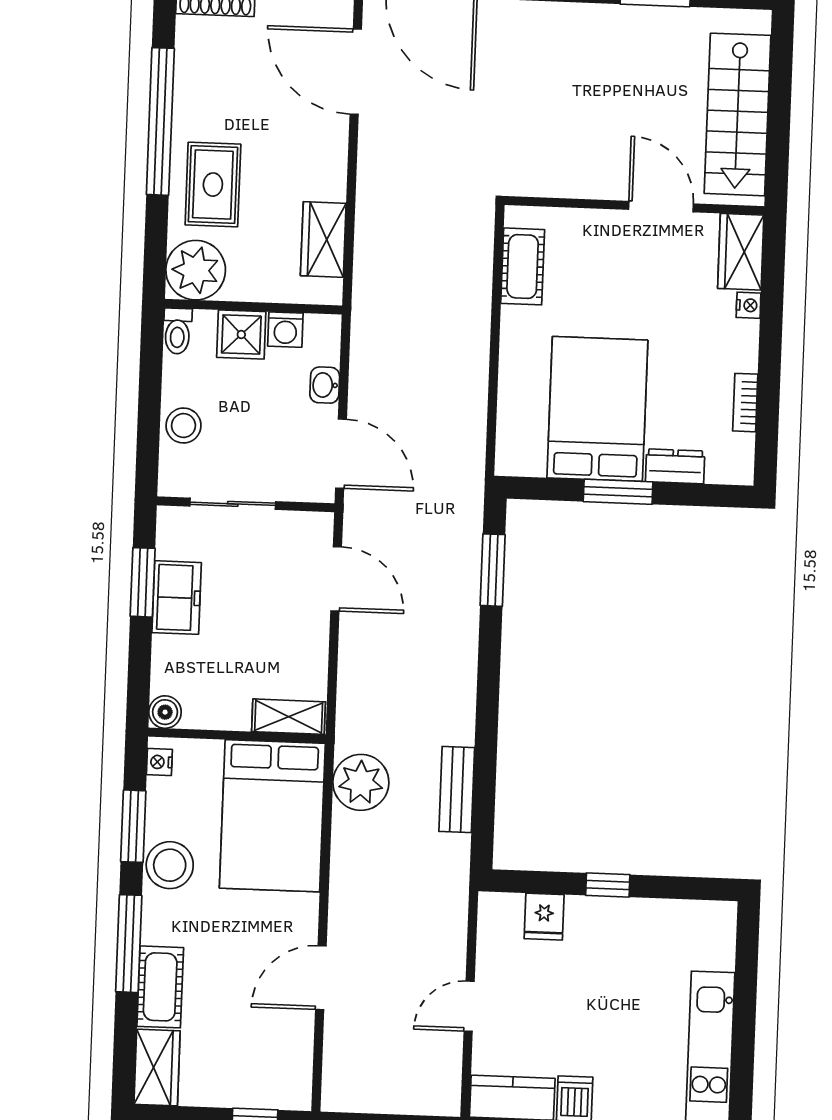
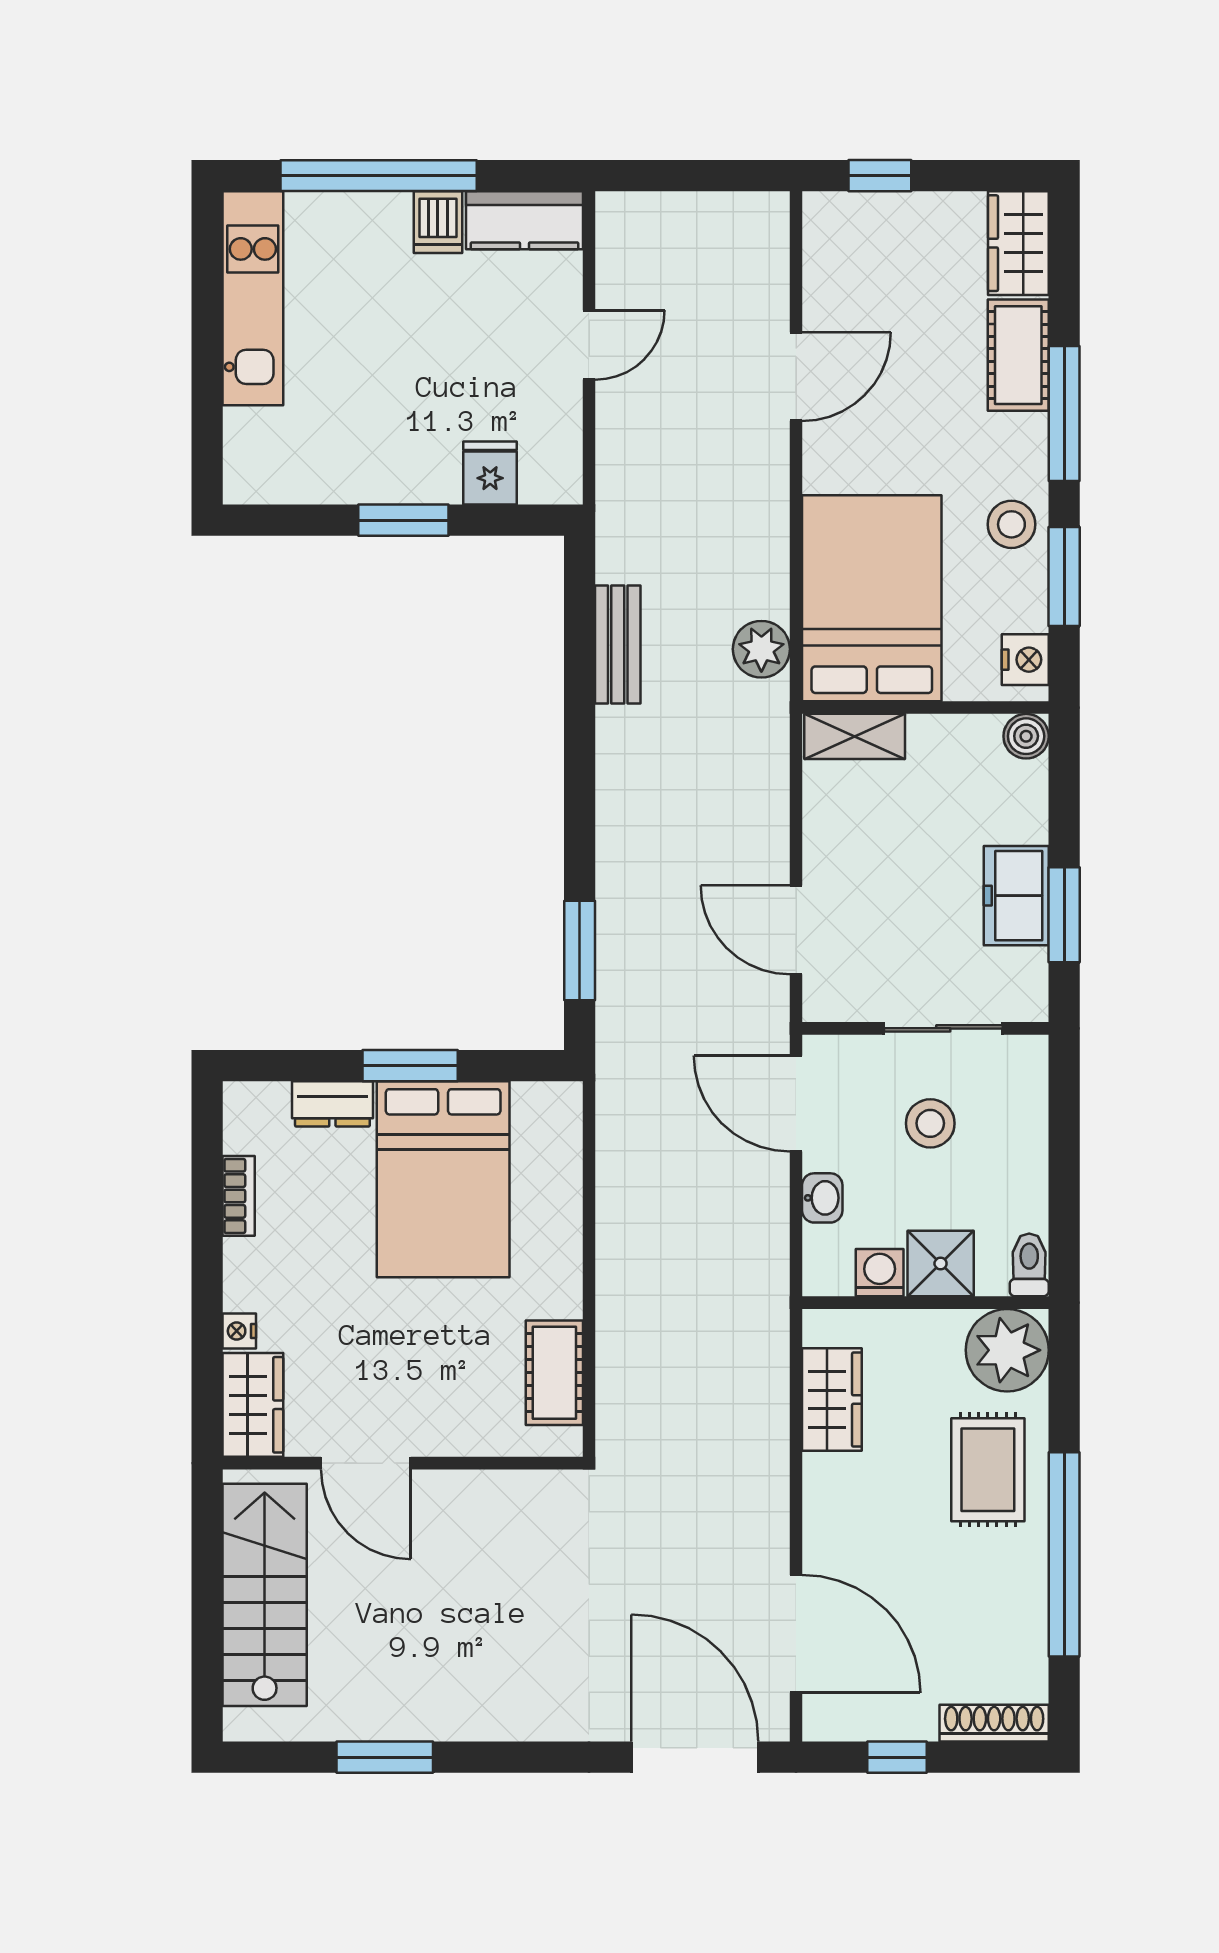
stool: (183, 426) -> (930, 1123), moved
nightstand: (159, 762) -> (1025, 660), width x1.39, depth x1.35
plant: (361, 782) -> (761, 649), width x0.73, depth x0.73
stool: (170, 865) -> (1011, 524), width x0.73, depth x0.73
window: (608, 885) -> (403, 520), width x1.50

